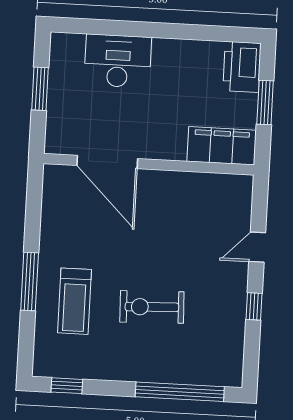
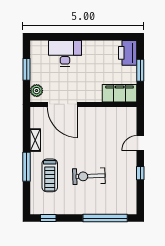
plant: (57, 132) -> (37, 91), added
shelving: (50, 230) -> (35, 140), added

